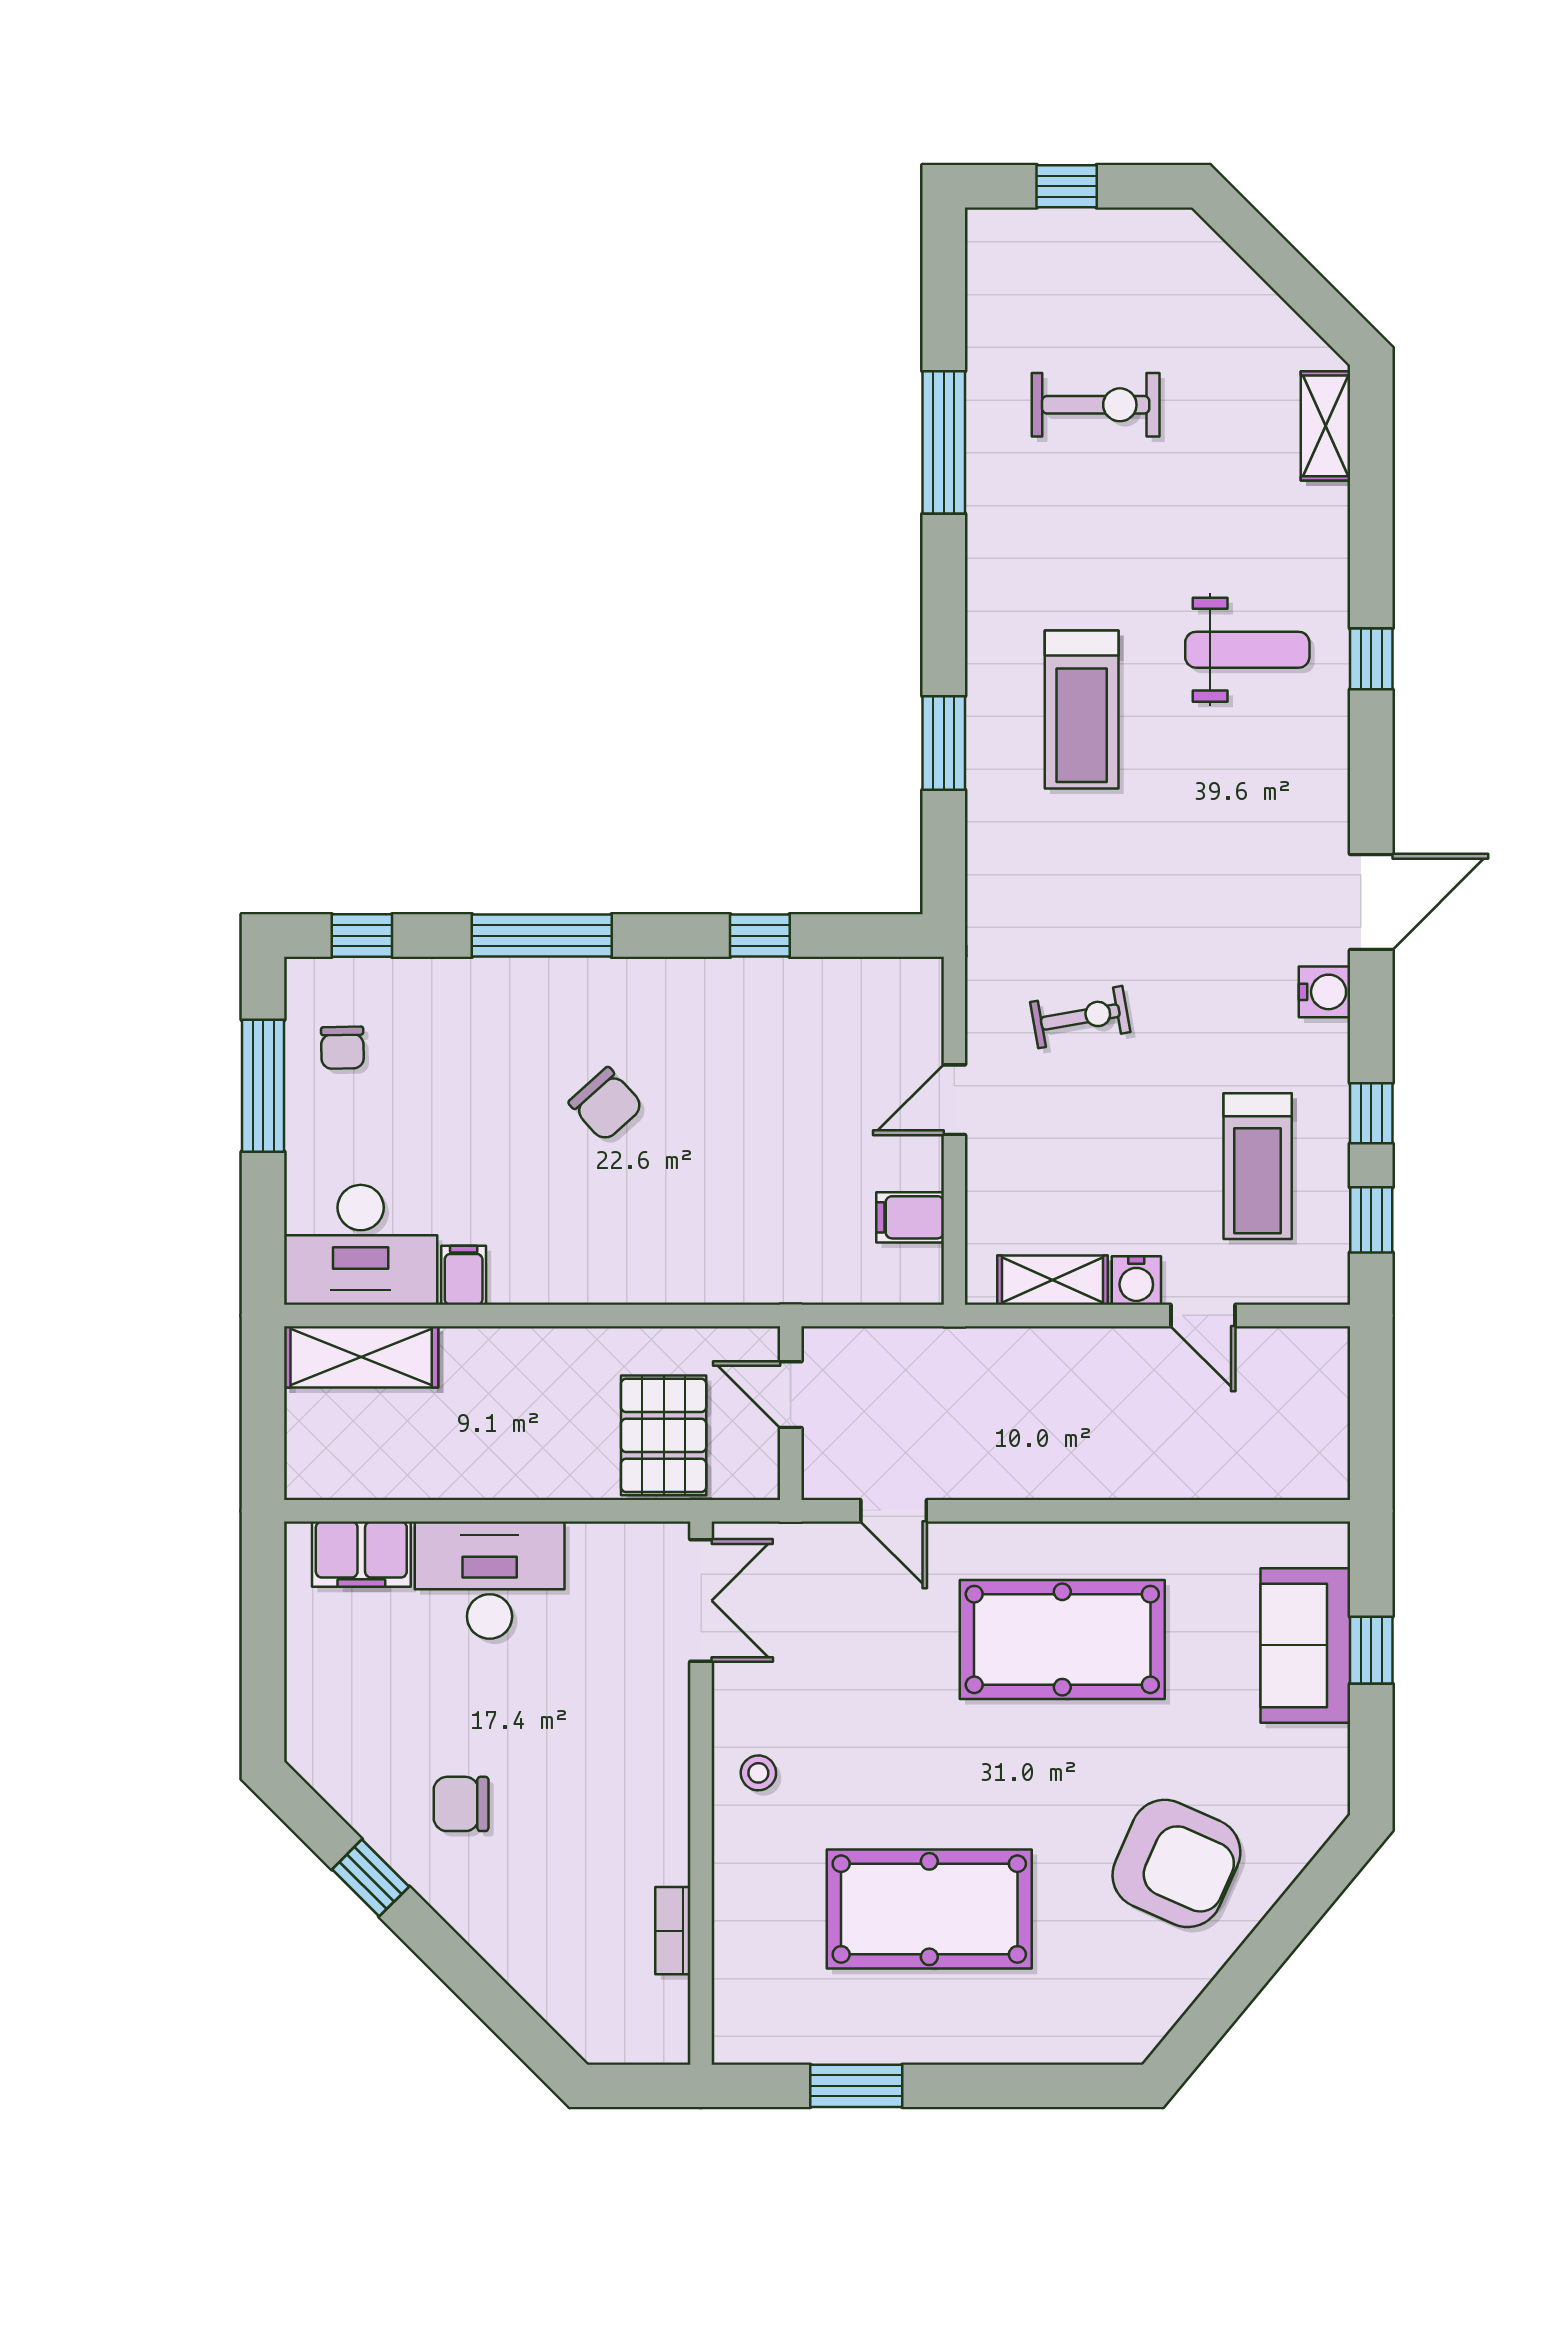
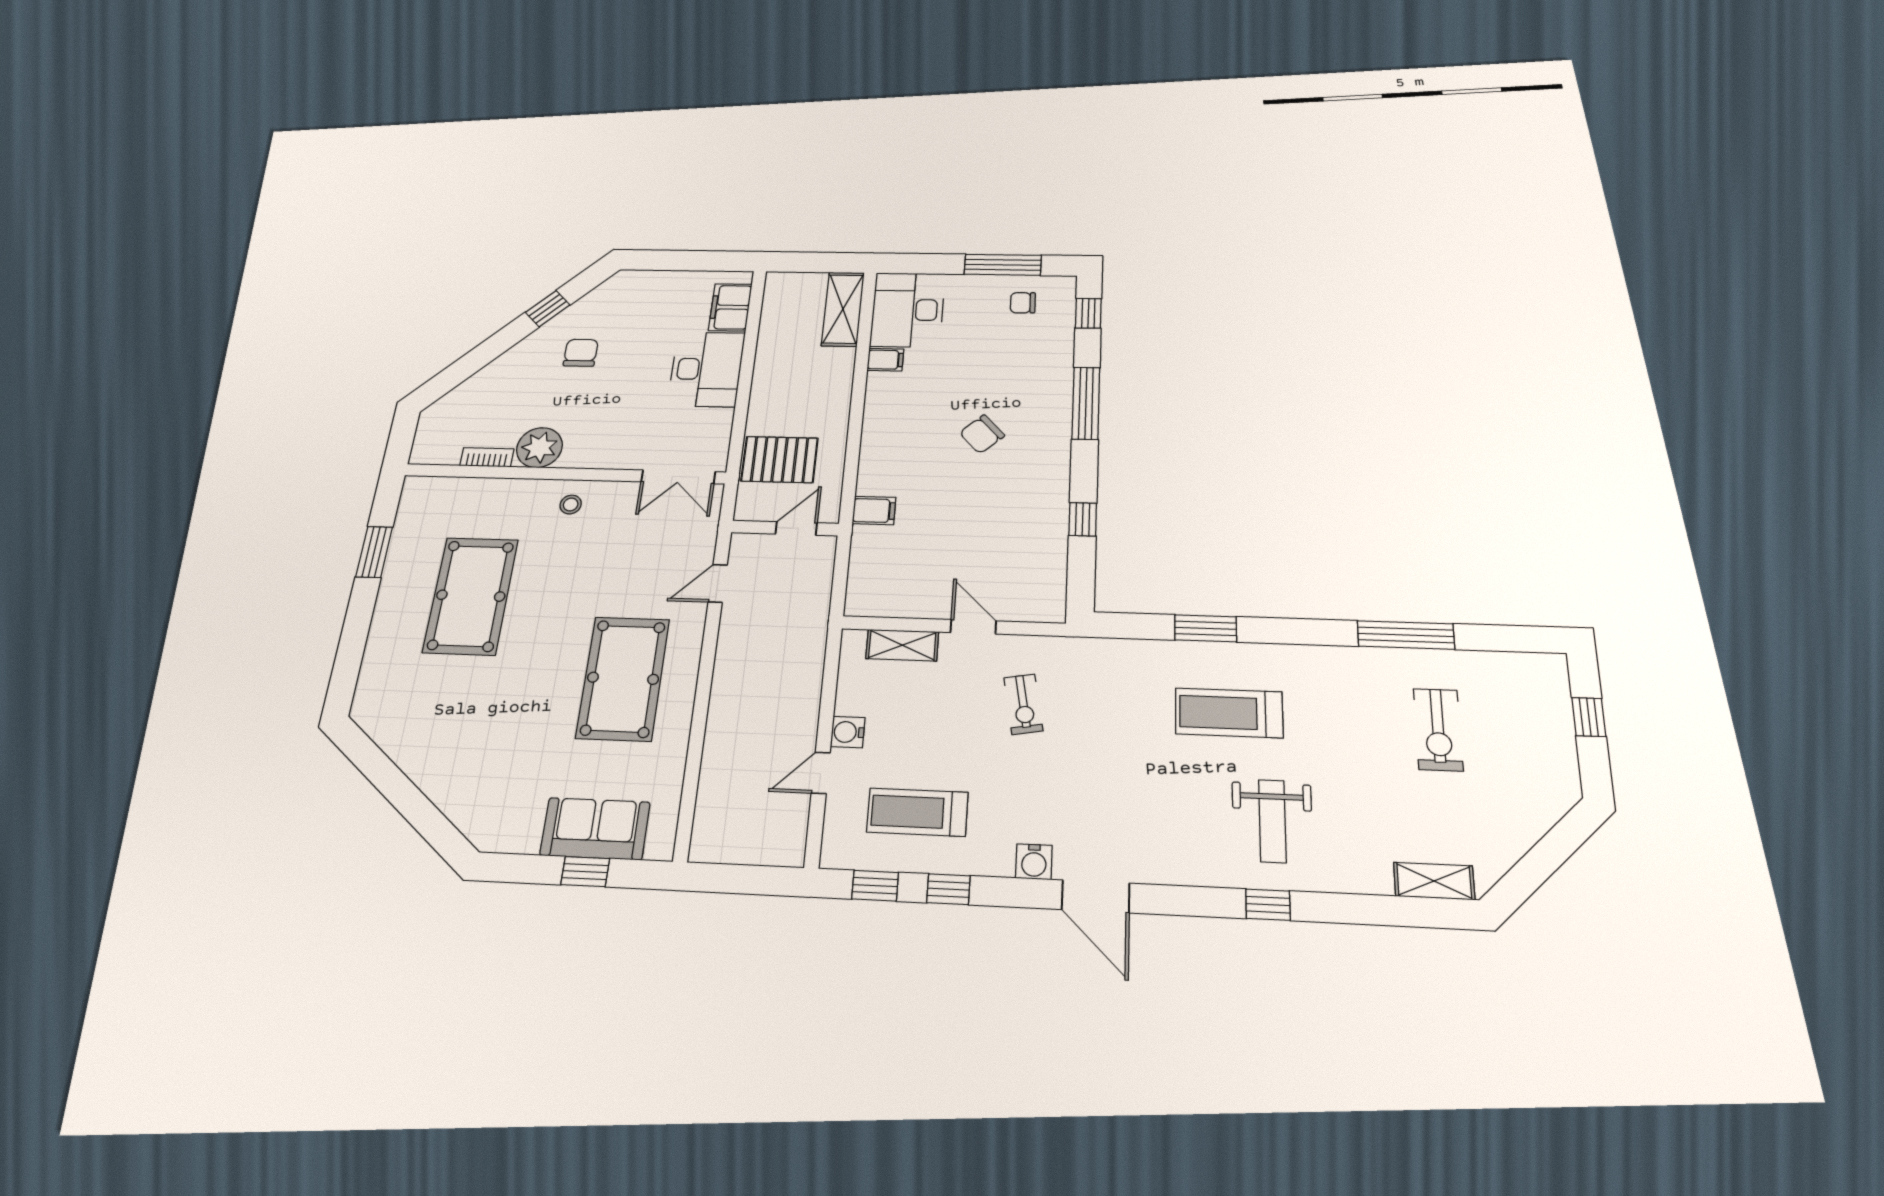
filing cabinet: (910, 1217) -> (874, 511), moved, turned 90
shelving: (1053, 1280) -> (902, 645), moved, turned 90
plant: (652, 1844) -> (539, 448), added
armchair: (1176, 1863) -> (469, 742), removed

